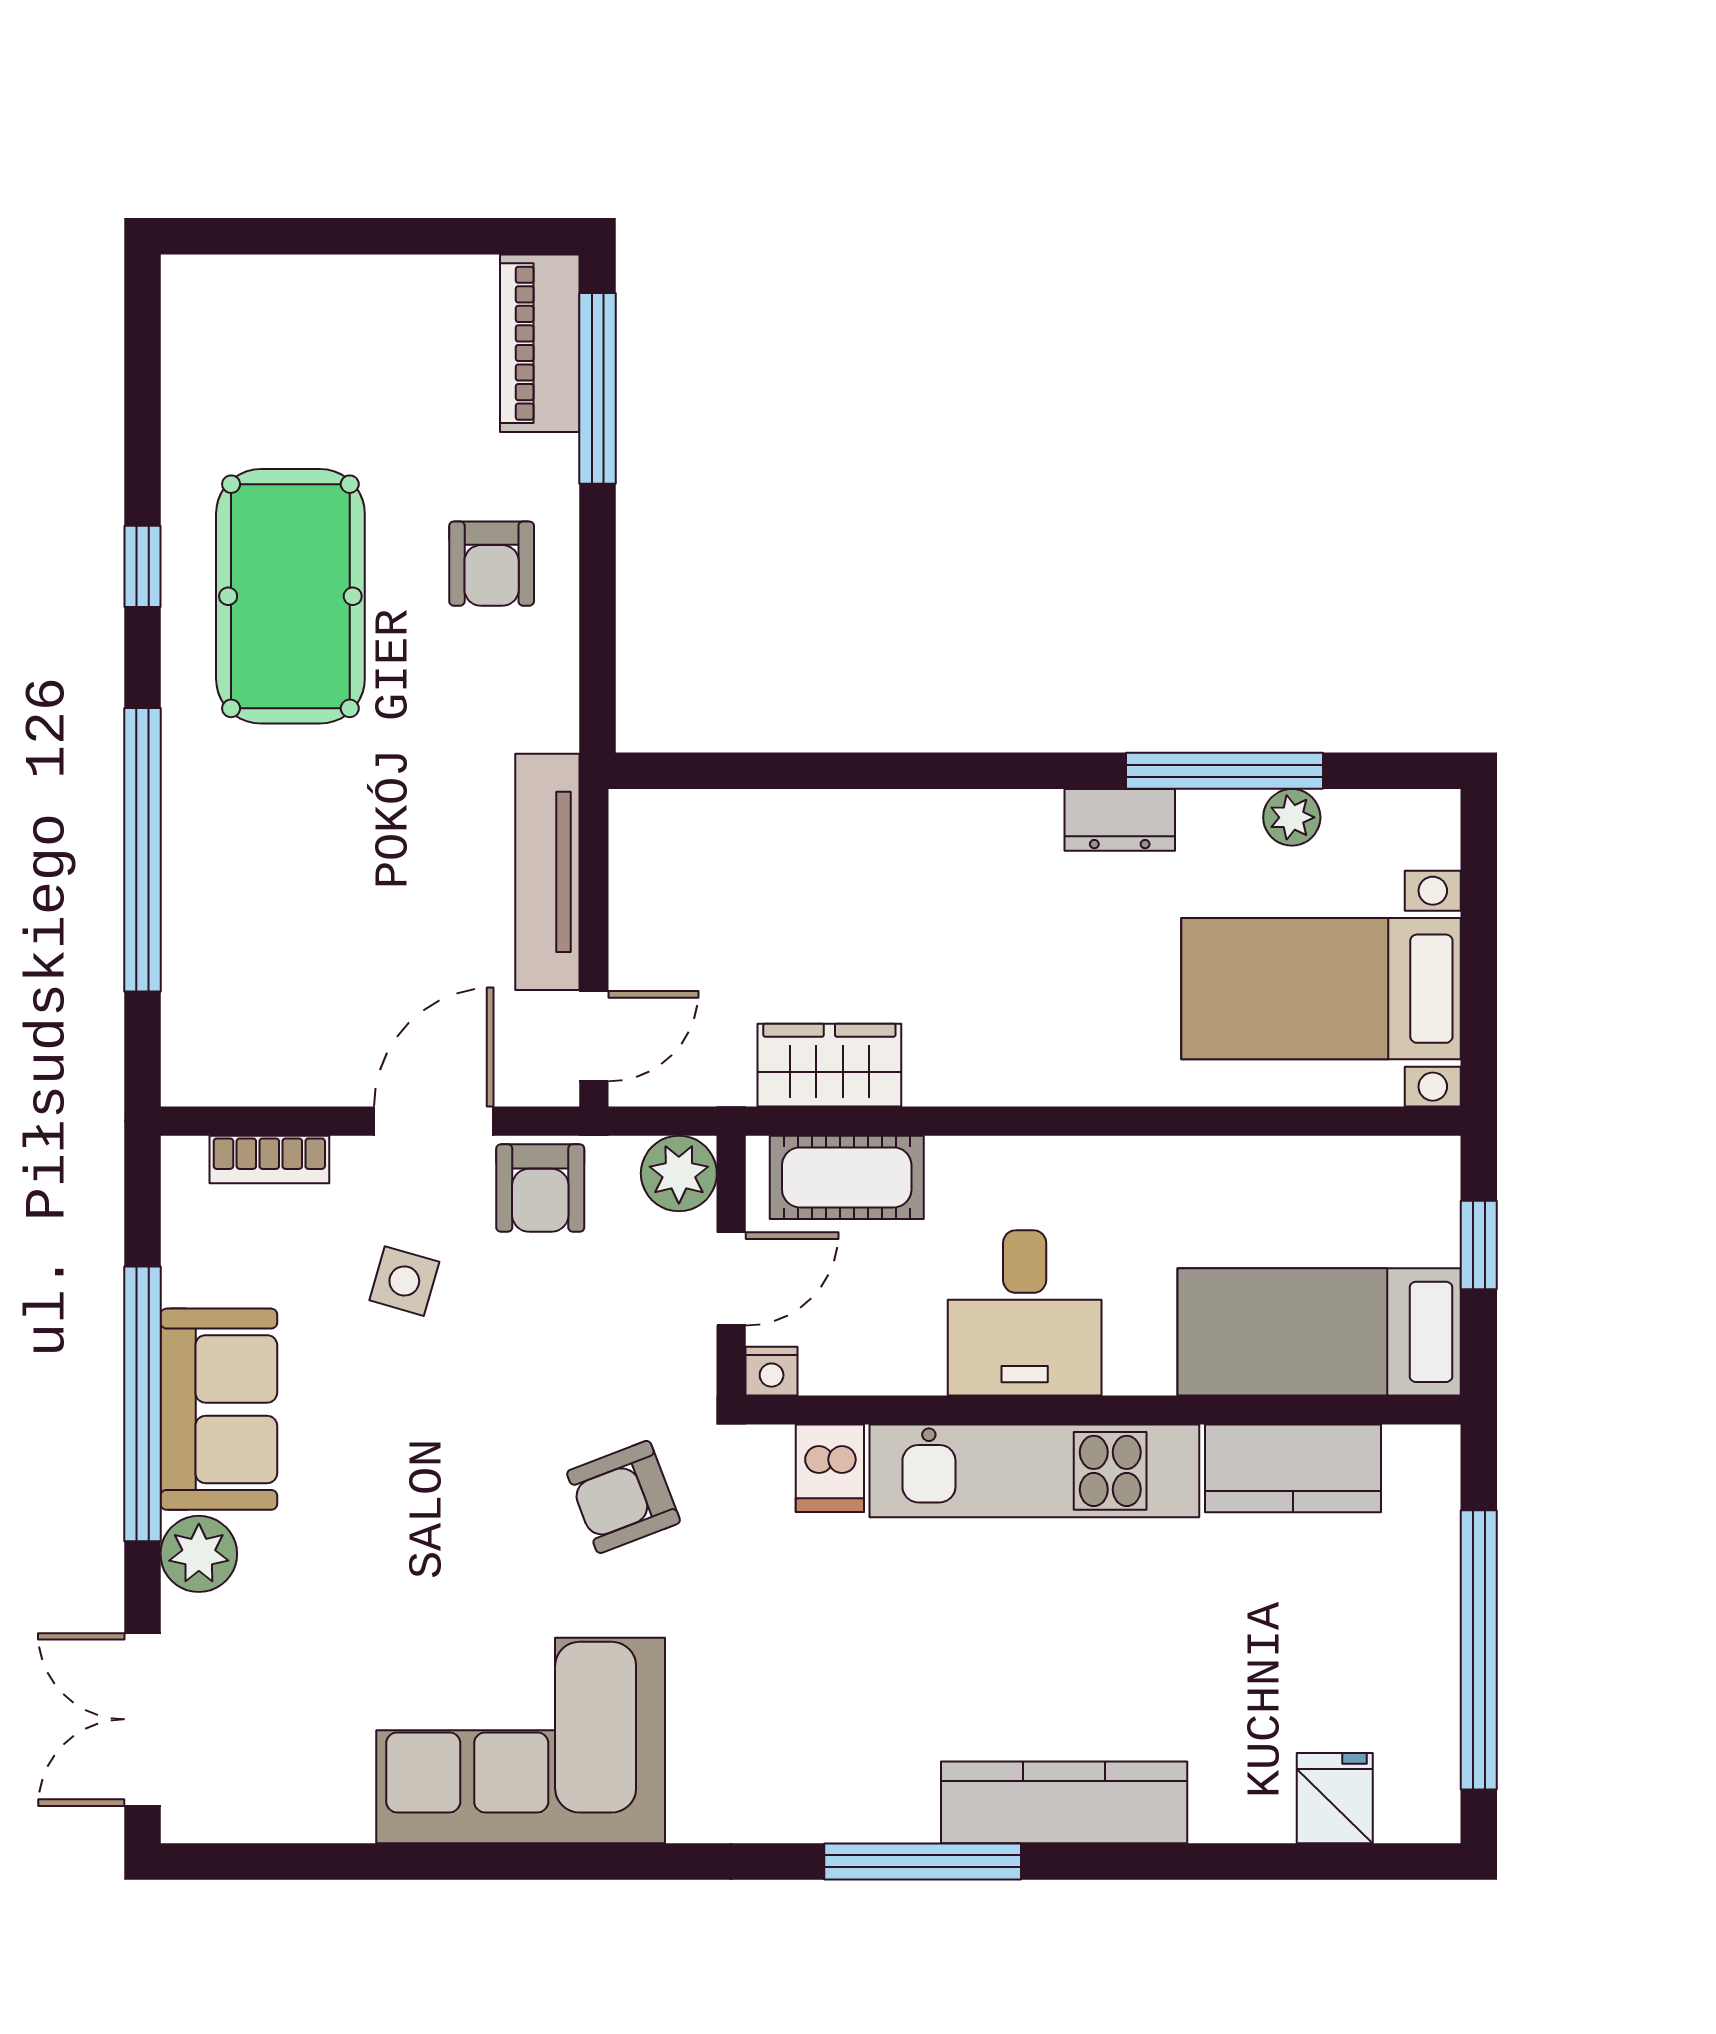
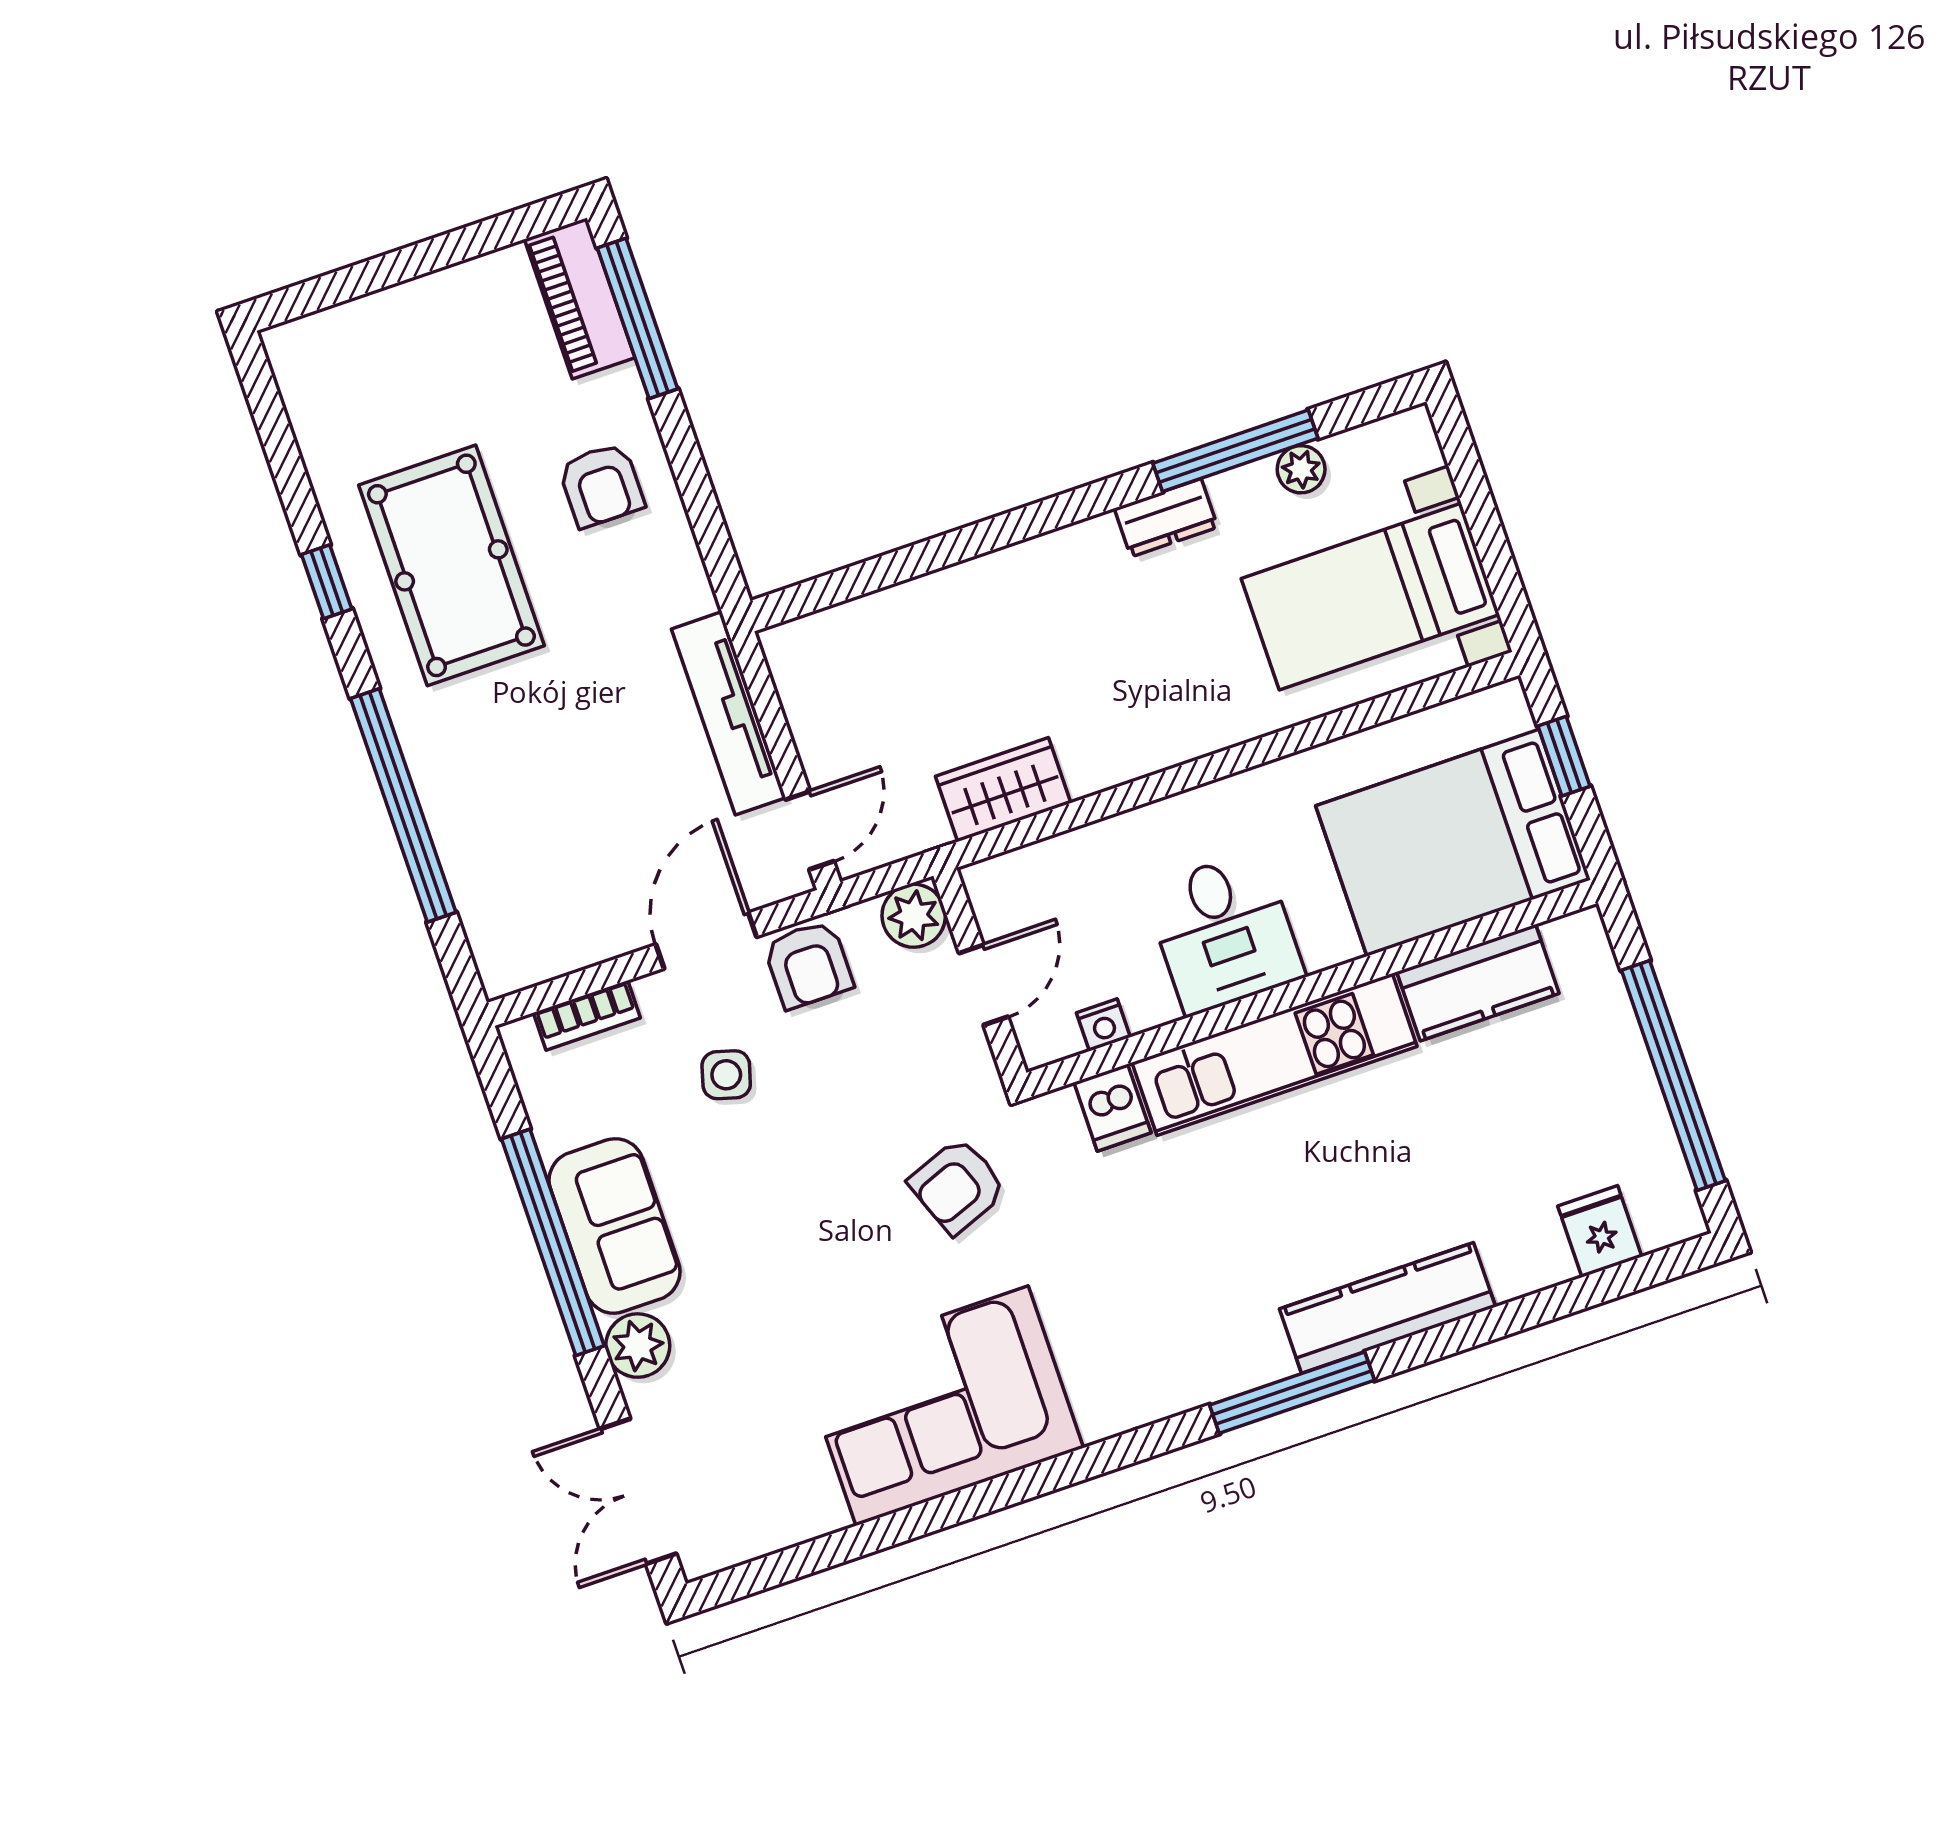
cot: (847, 1177) -> (1047, 874), removed
bed: (1319, 1332) -> (1453, 843), width x1.50
nightstand: (772, 1371) -> (1103, 1025), moved

